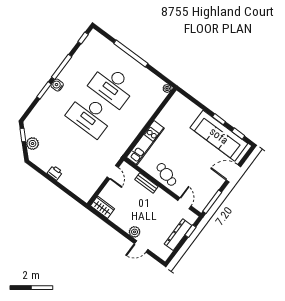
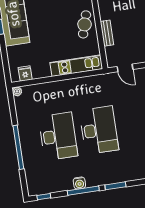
water cooler: (57, 85) -> (79, 183), moved
fridge: (173, 105) -> (25, 74), added
door: (113, 172) -> (125, 68), swing flipped

